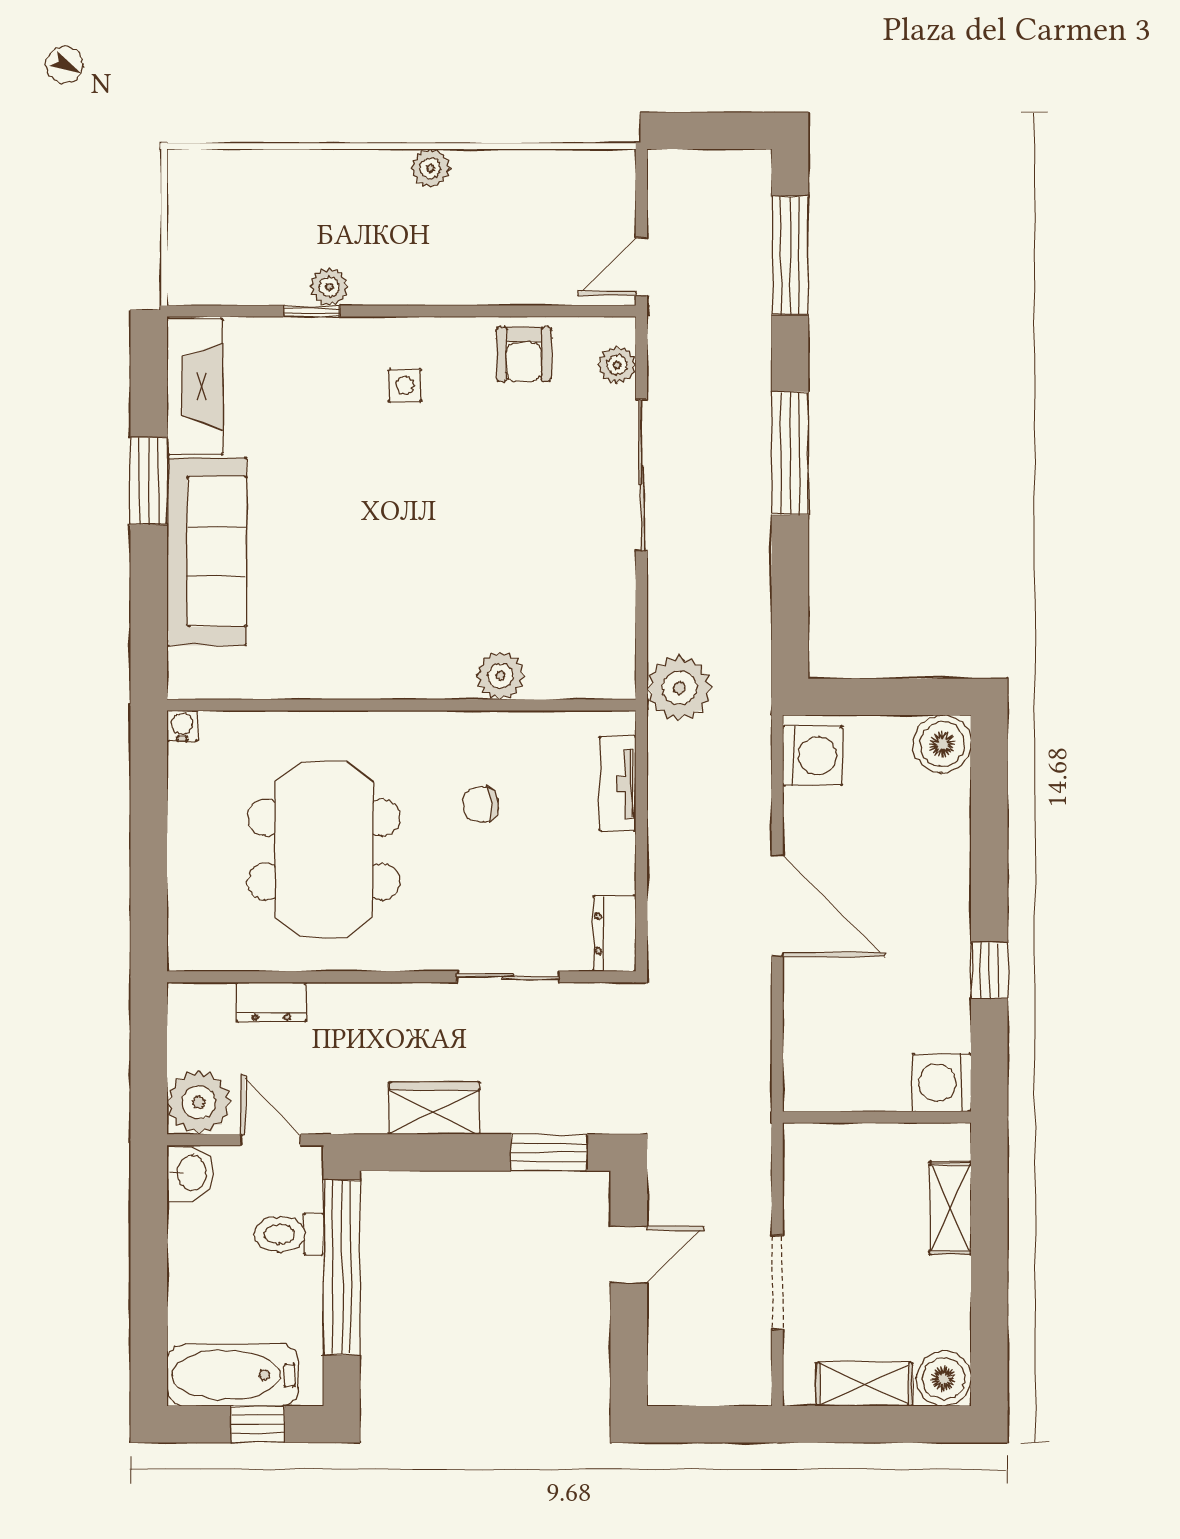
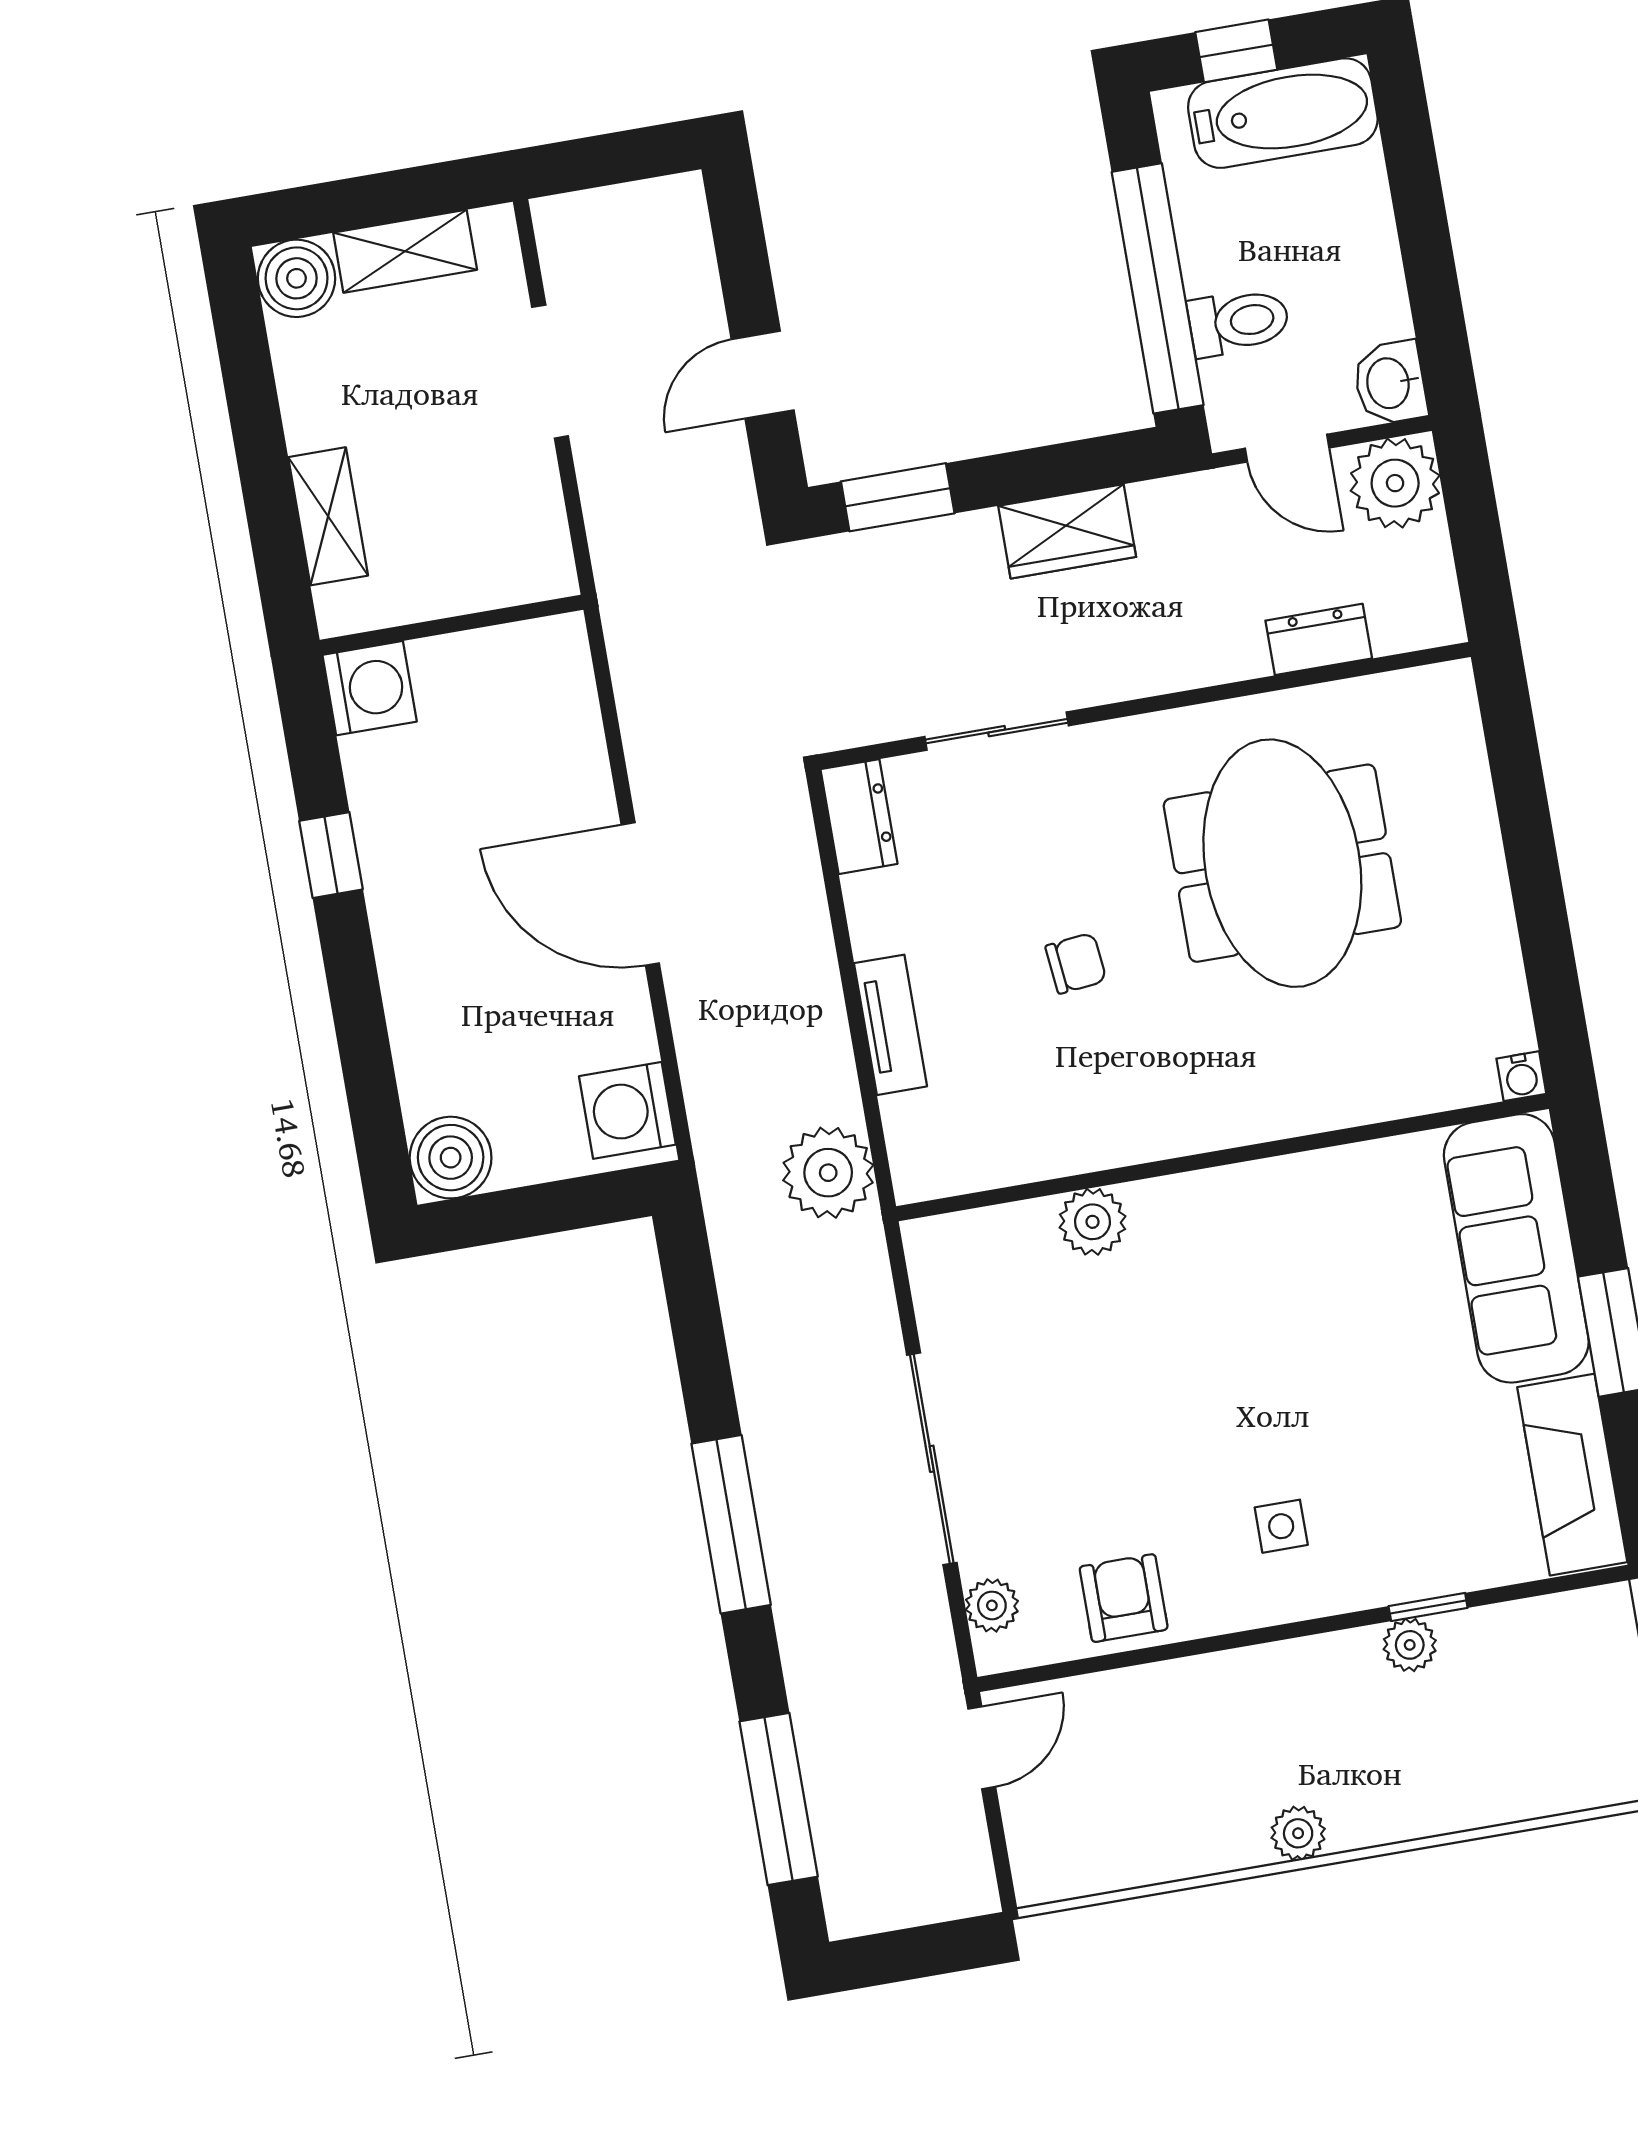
plant: (500, 676) -> (1092, 1222), moved
wall: (401, 705) -> (1222, 1158), moved
water cooler: (182, 726) -> (1521, 1076), moved

